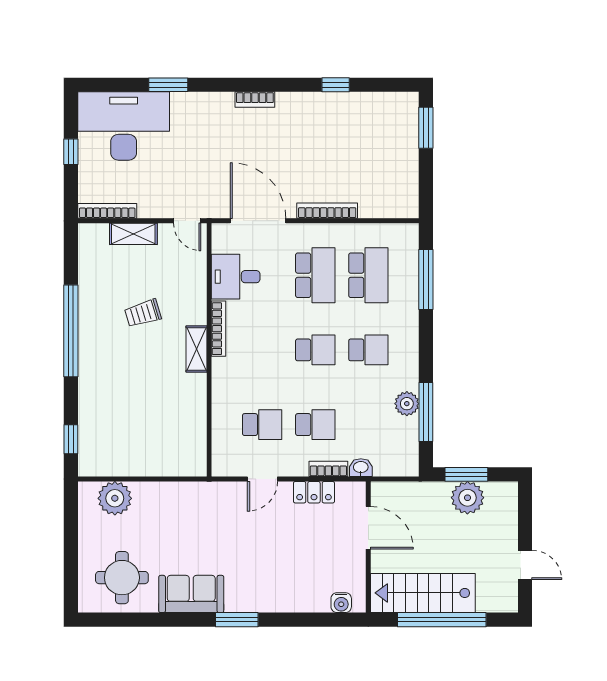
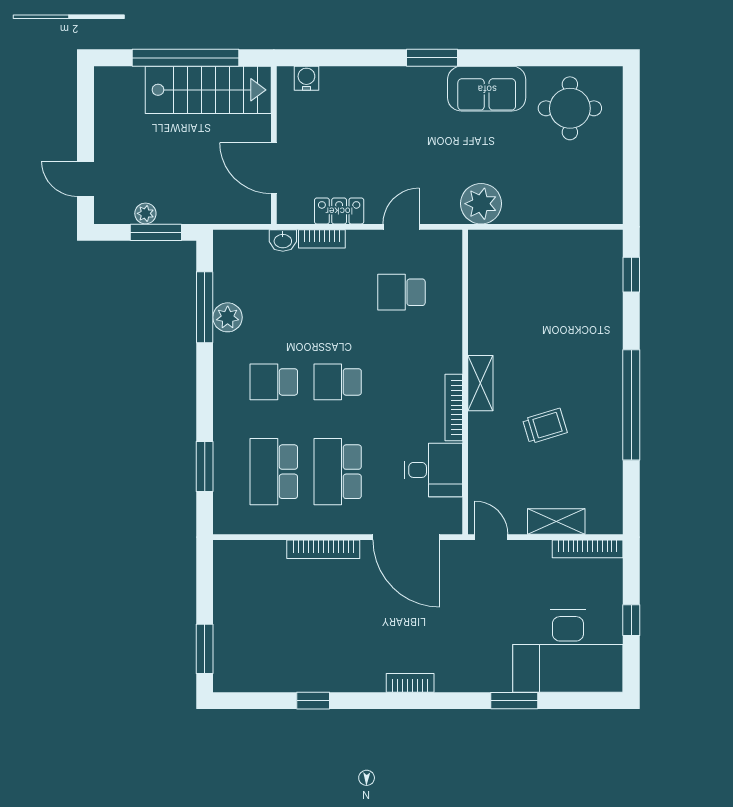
window: (426, 280) -> (205, 466), width x0.69
school desk: (315, 425) -> (338, 292), removed
plant: (115, 498) -> (481, 204), moved
plant: (467, 498) -> (145, 213), width x0.53, depth x0.53
door: (525, 565) -> (85, 179), moved

